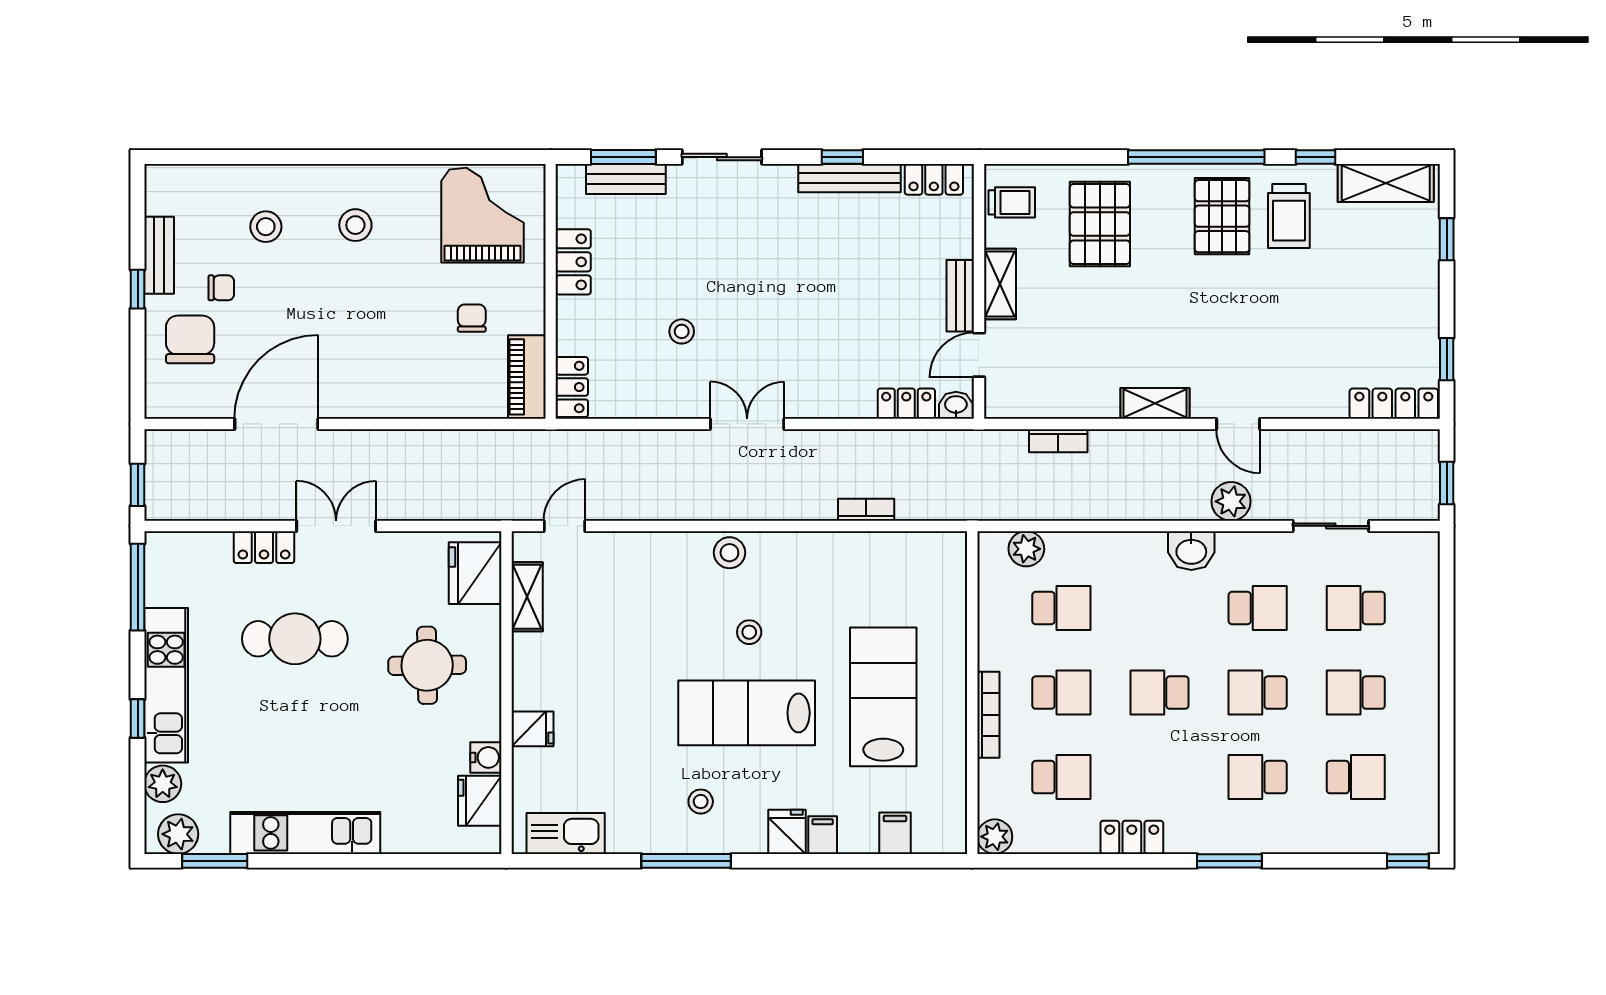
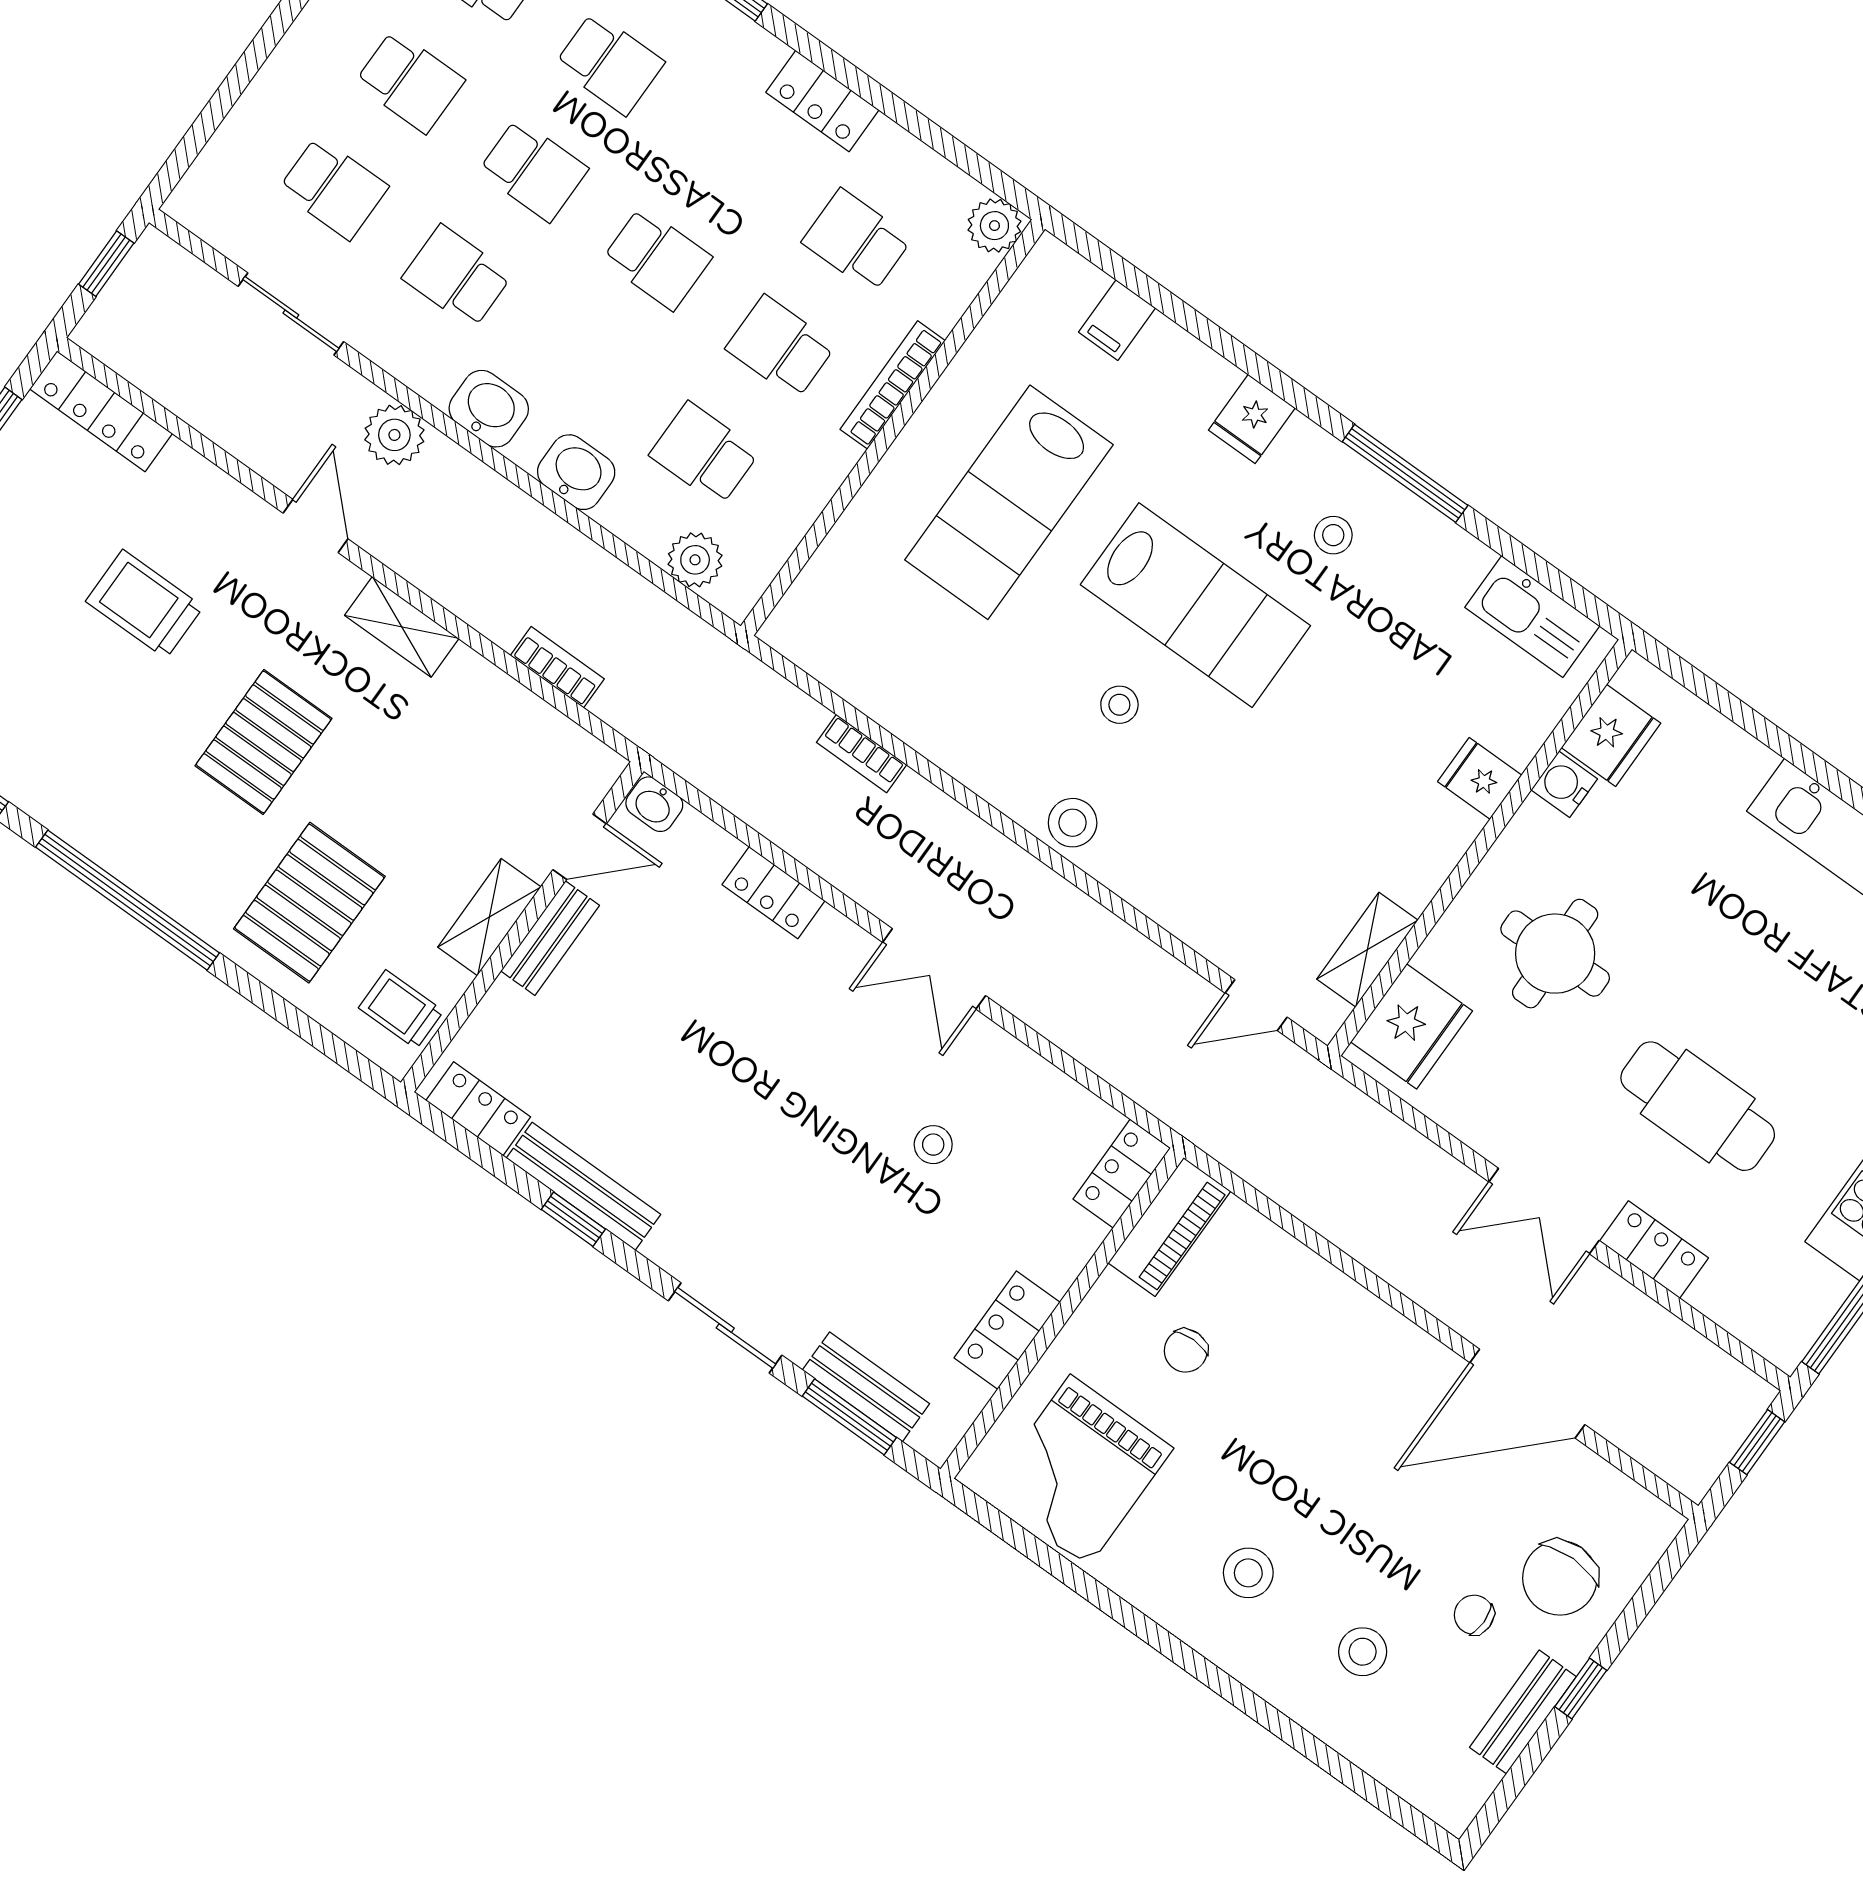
pallet: (1222, 216) -> (263, 742), moved
trolley: (1289, 216) -> (144, 604), moved, turned -90
locker: (906, 404) -> (774, 893), moved
washbasin: (1122, 550) -> (576, 472), added
filing cabinet: (823, 835) -> (1210, 383), removed

